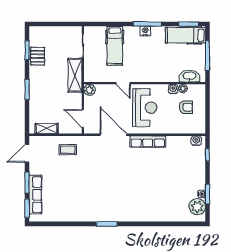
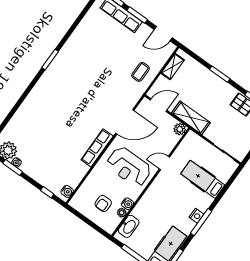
shelving: (75, 75) -> (191, 118), moved
door: (27, 153) -> (163, 34), swing flipped

